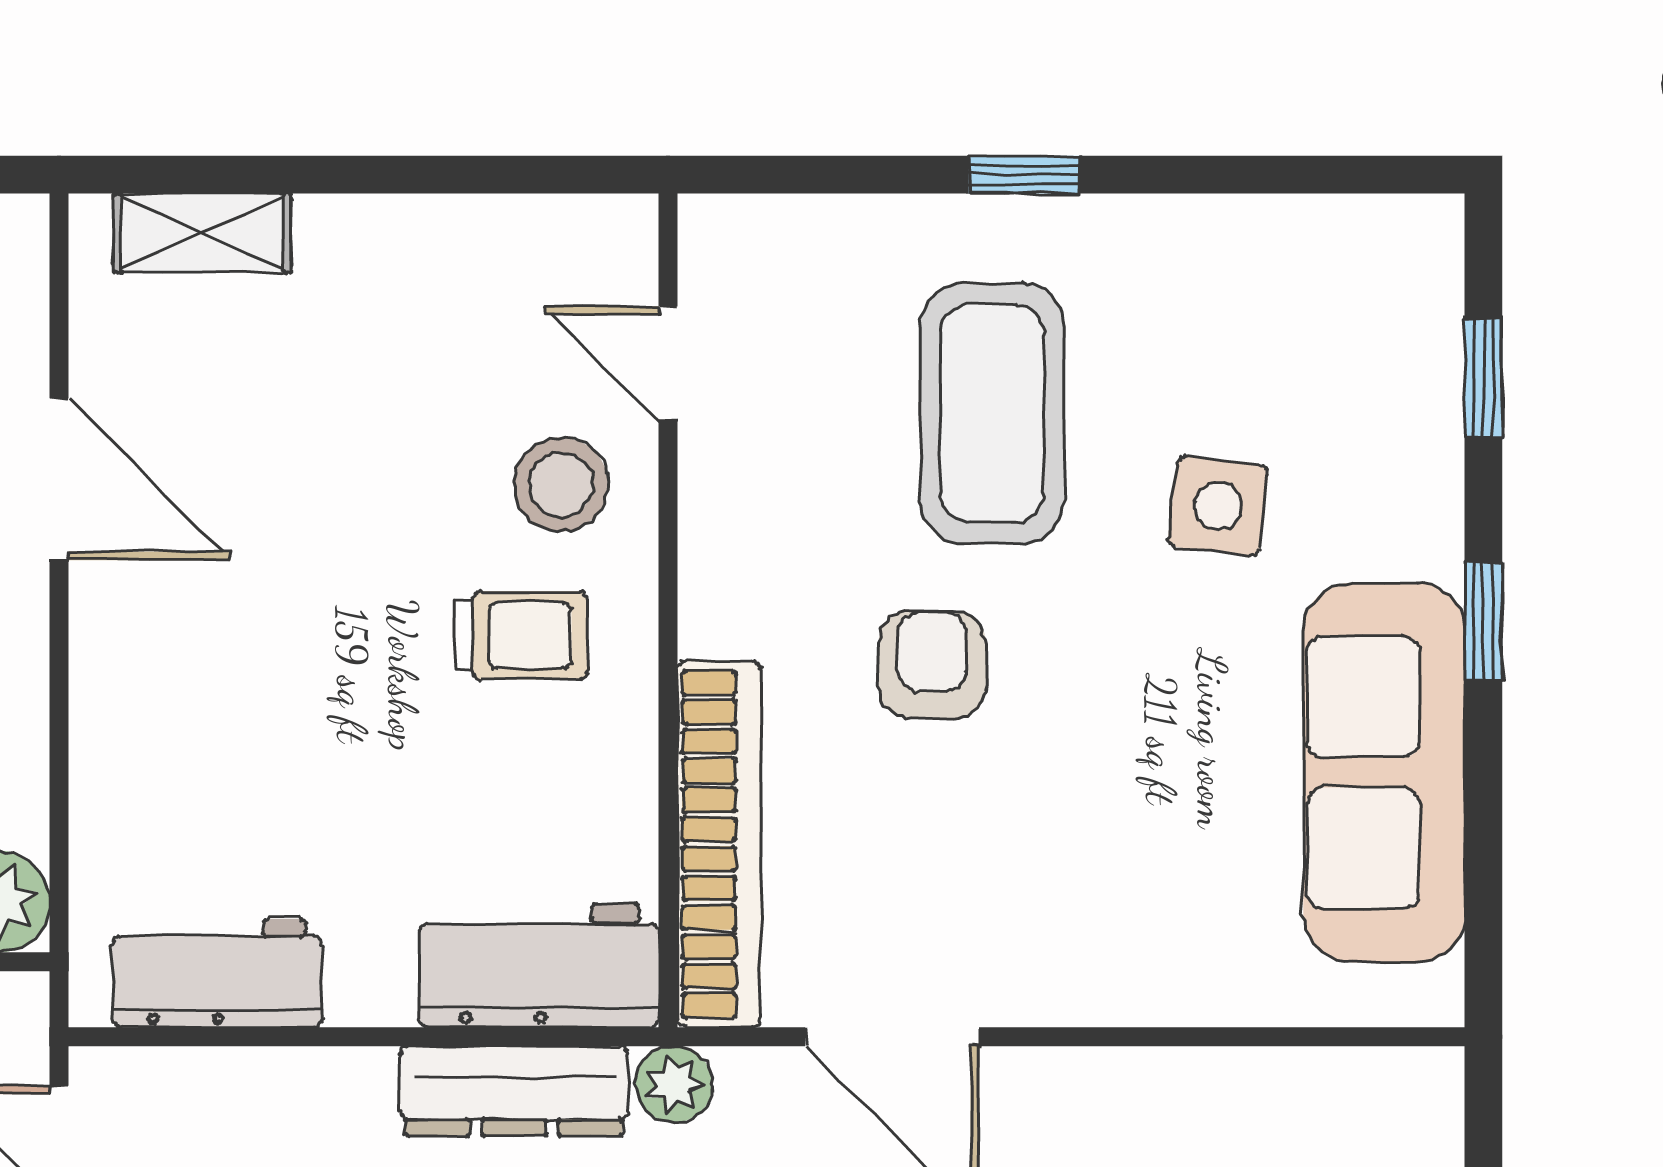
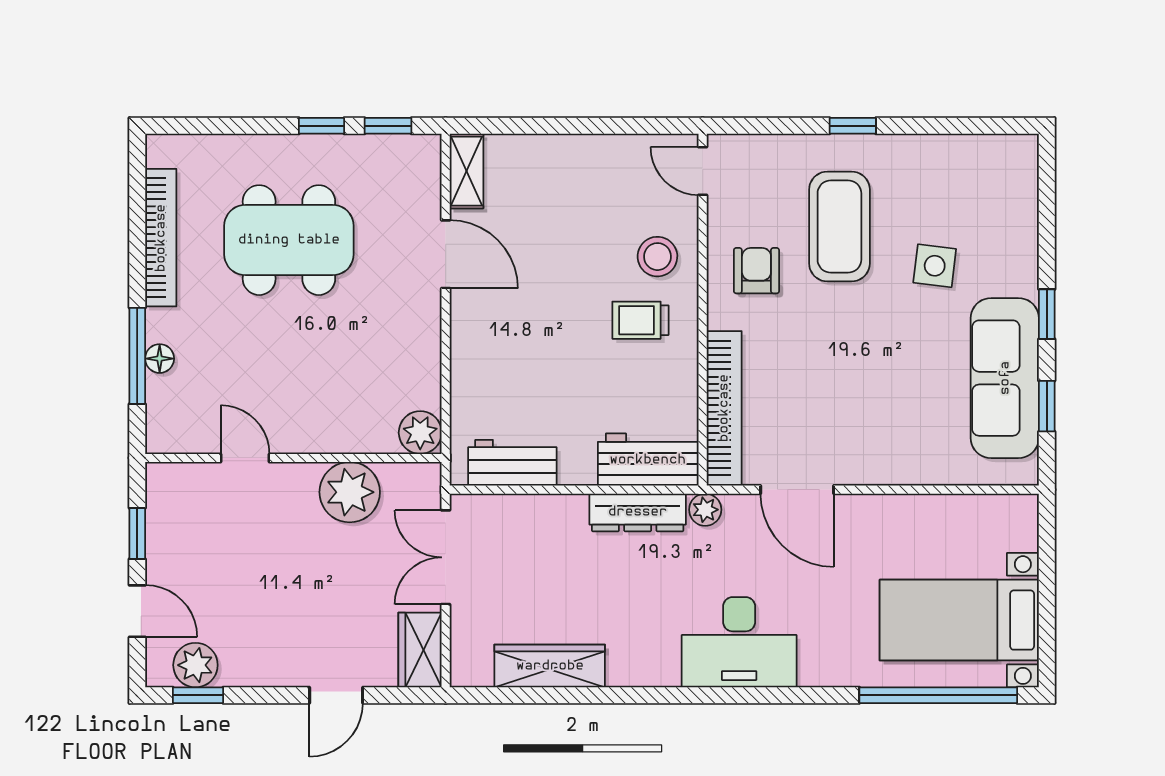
shelving: (202, 233) -> (466, 171), moved, turned 90
door: (668, 363) -> (703, 171), moved
window: (1483, 378) -> (1047, 406), moved
trolley: (521, 635) -> (640, 320), turned 180
armchair: (932, 665) -> (756, 271), moved

